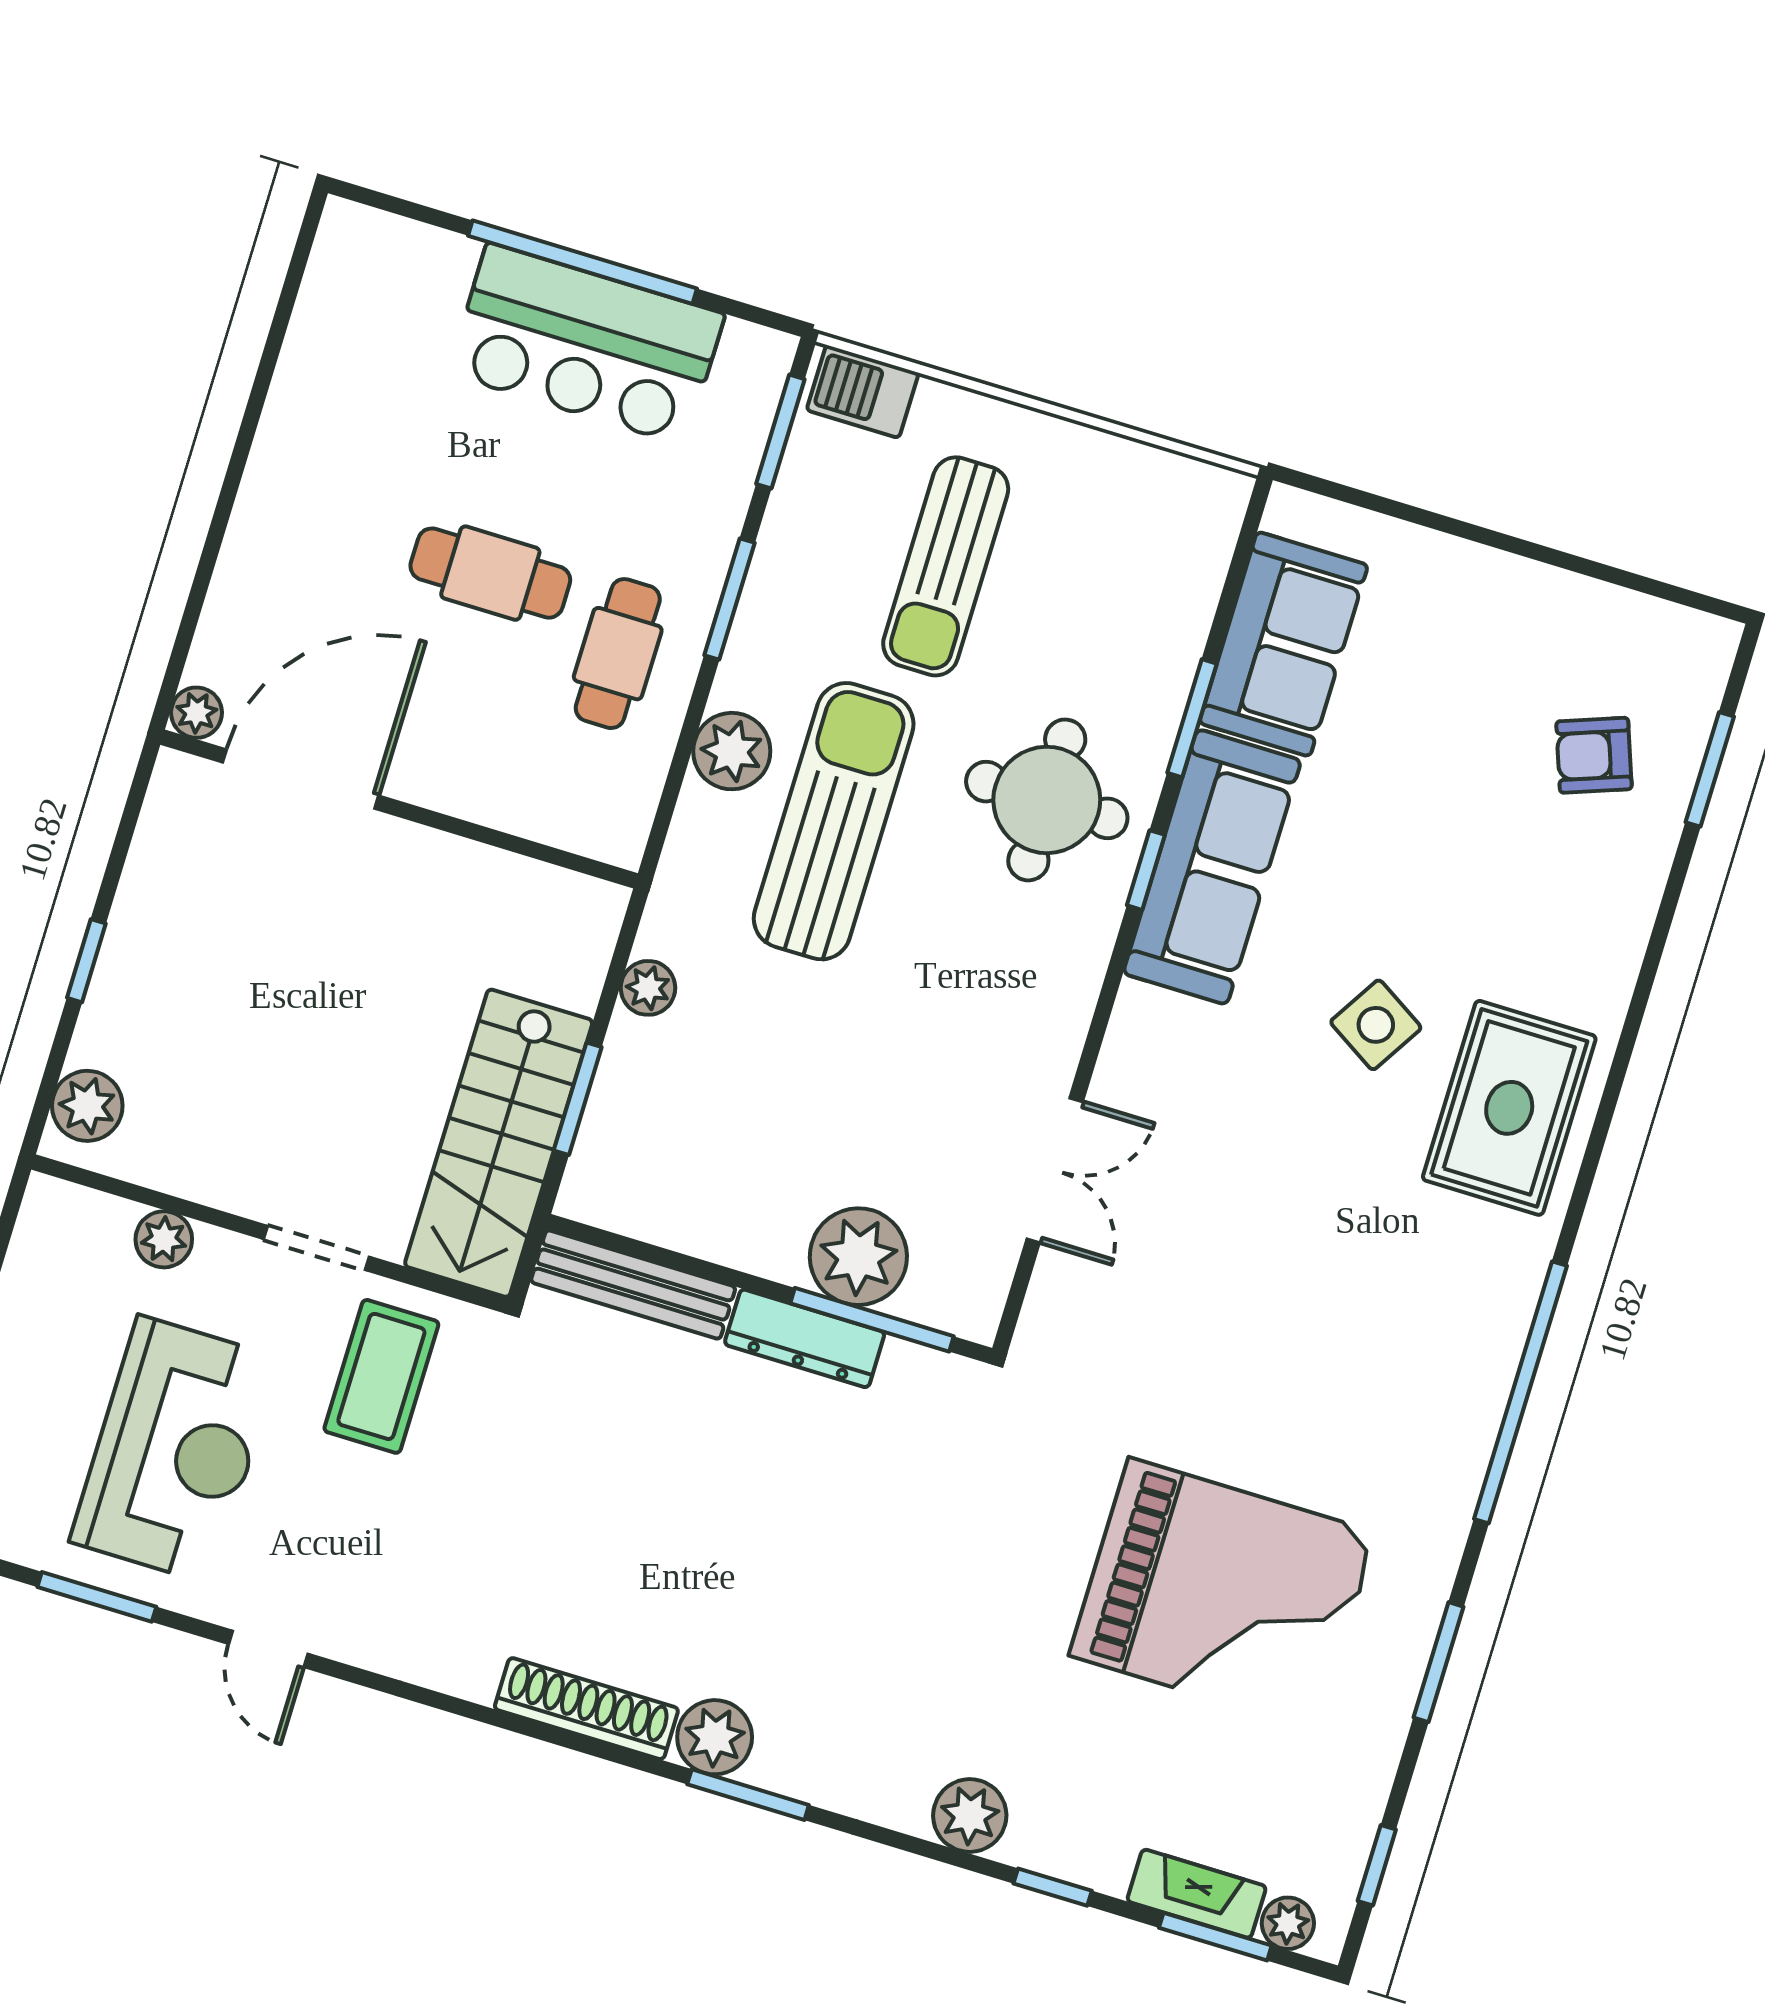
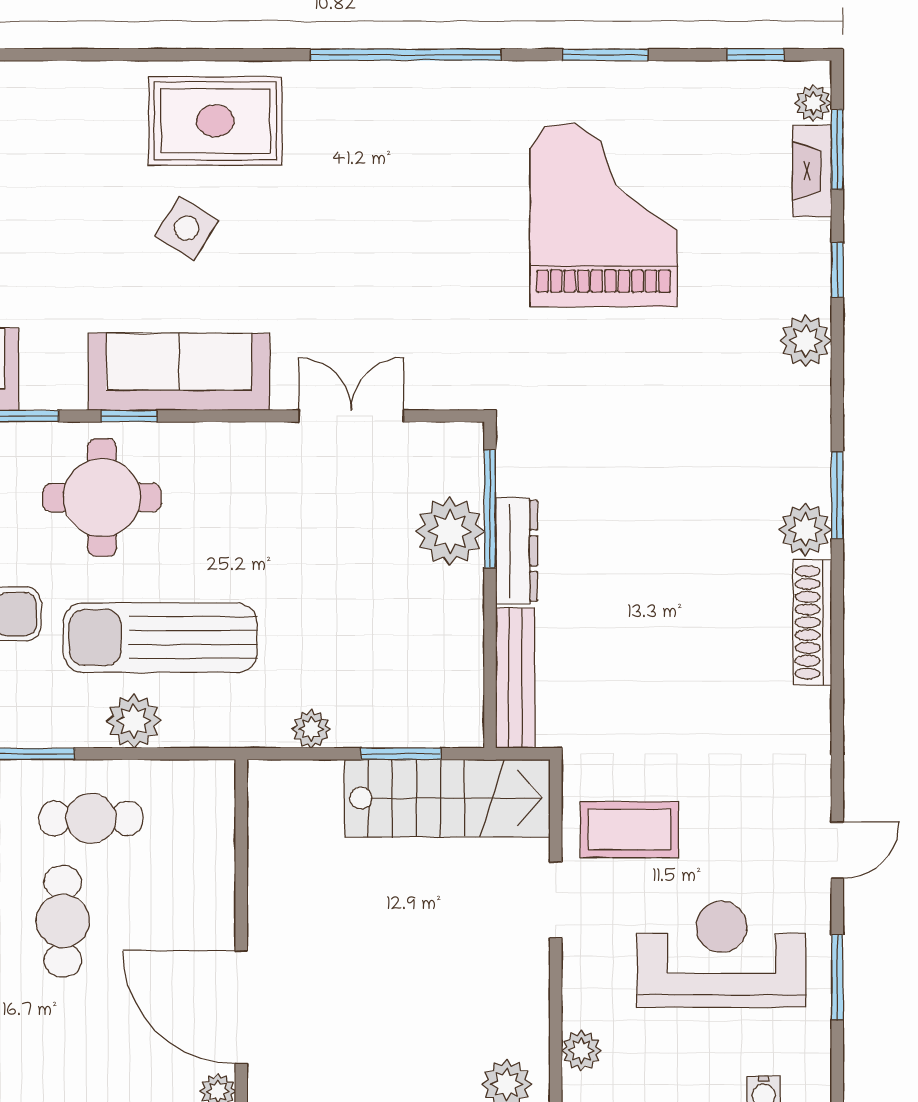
sofa: (1212, 867) -> (179, 372), moved
plant: (164, 1239) -> (581, 1050), moved

